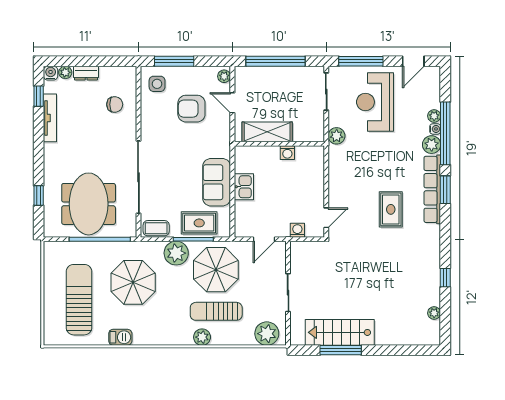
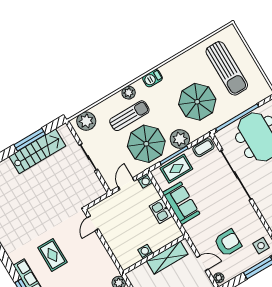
washing machine: (297, 230) -> (145, 181), moved
barbecue: (120, 337) -> (153, 78), moved

